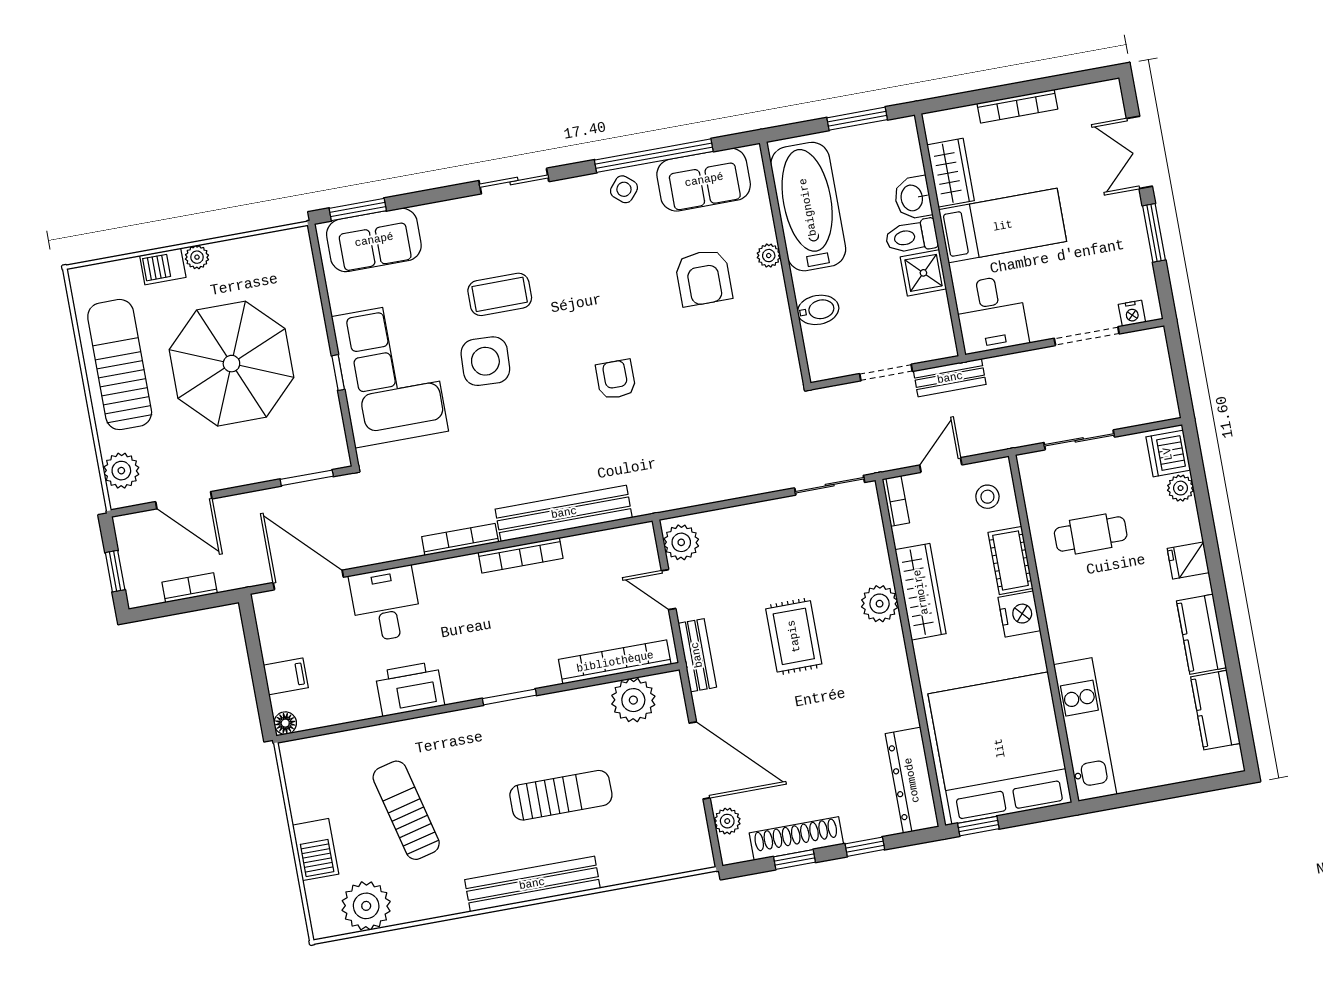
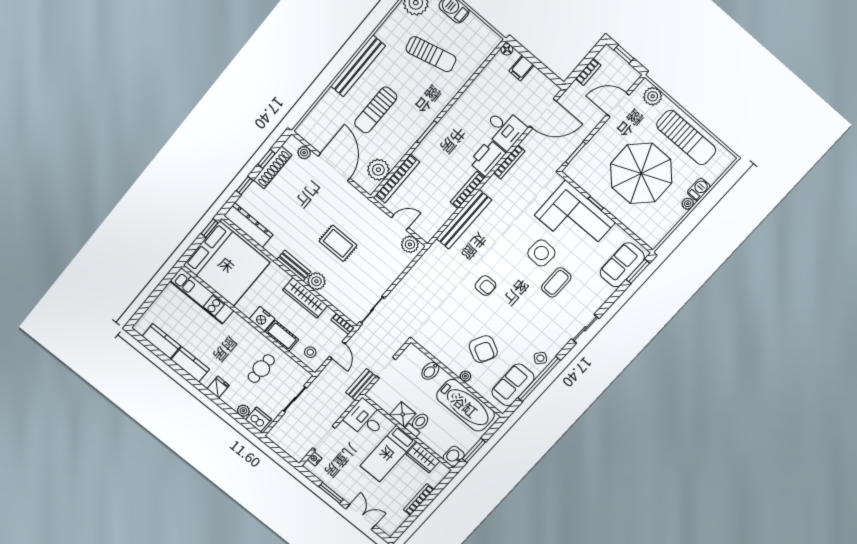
washbasin: (913, 198) -> (454, 456), moved, turned -90
armchair: (703, 278) -> (483, 349), turned -153
bookcase: (460, 539) -> (509, 162), moved
bench: (697, 655) -> (294, 266), moved
printer: (410, 689) -> (487, 158), moved, turned 180
door: (700, 760) -> (334, 167), swing flipped

